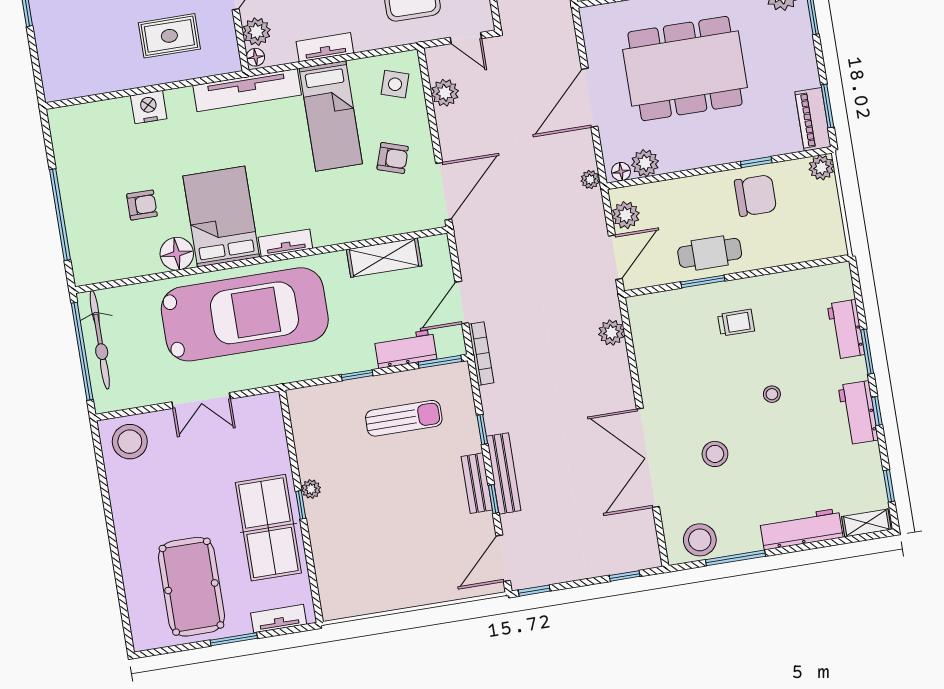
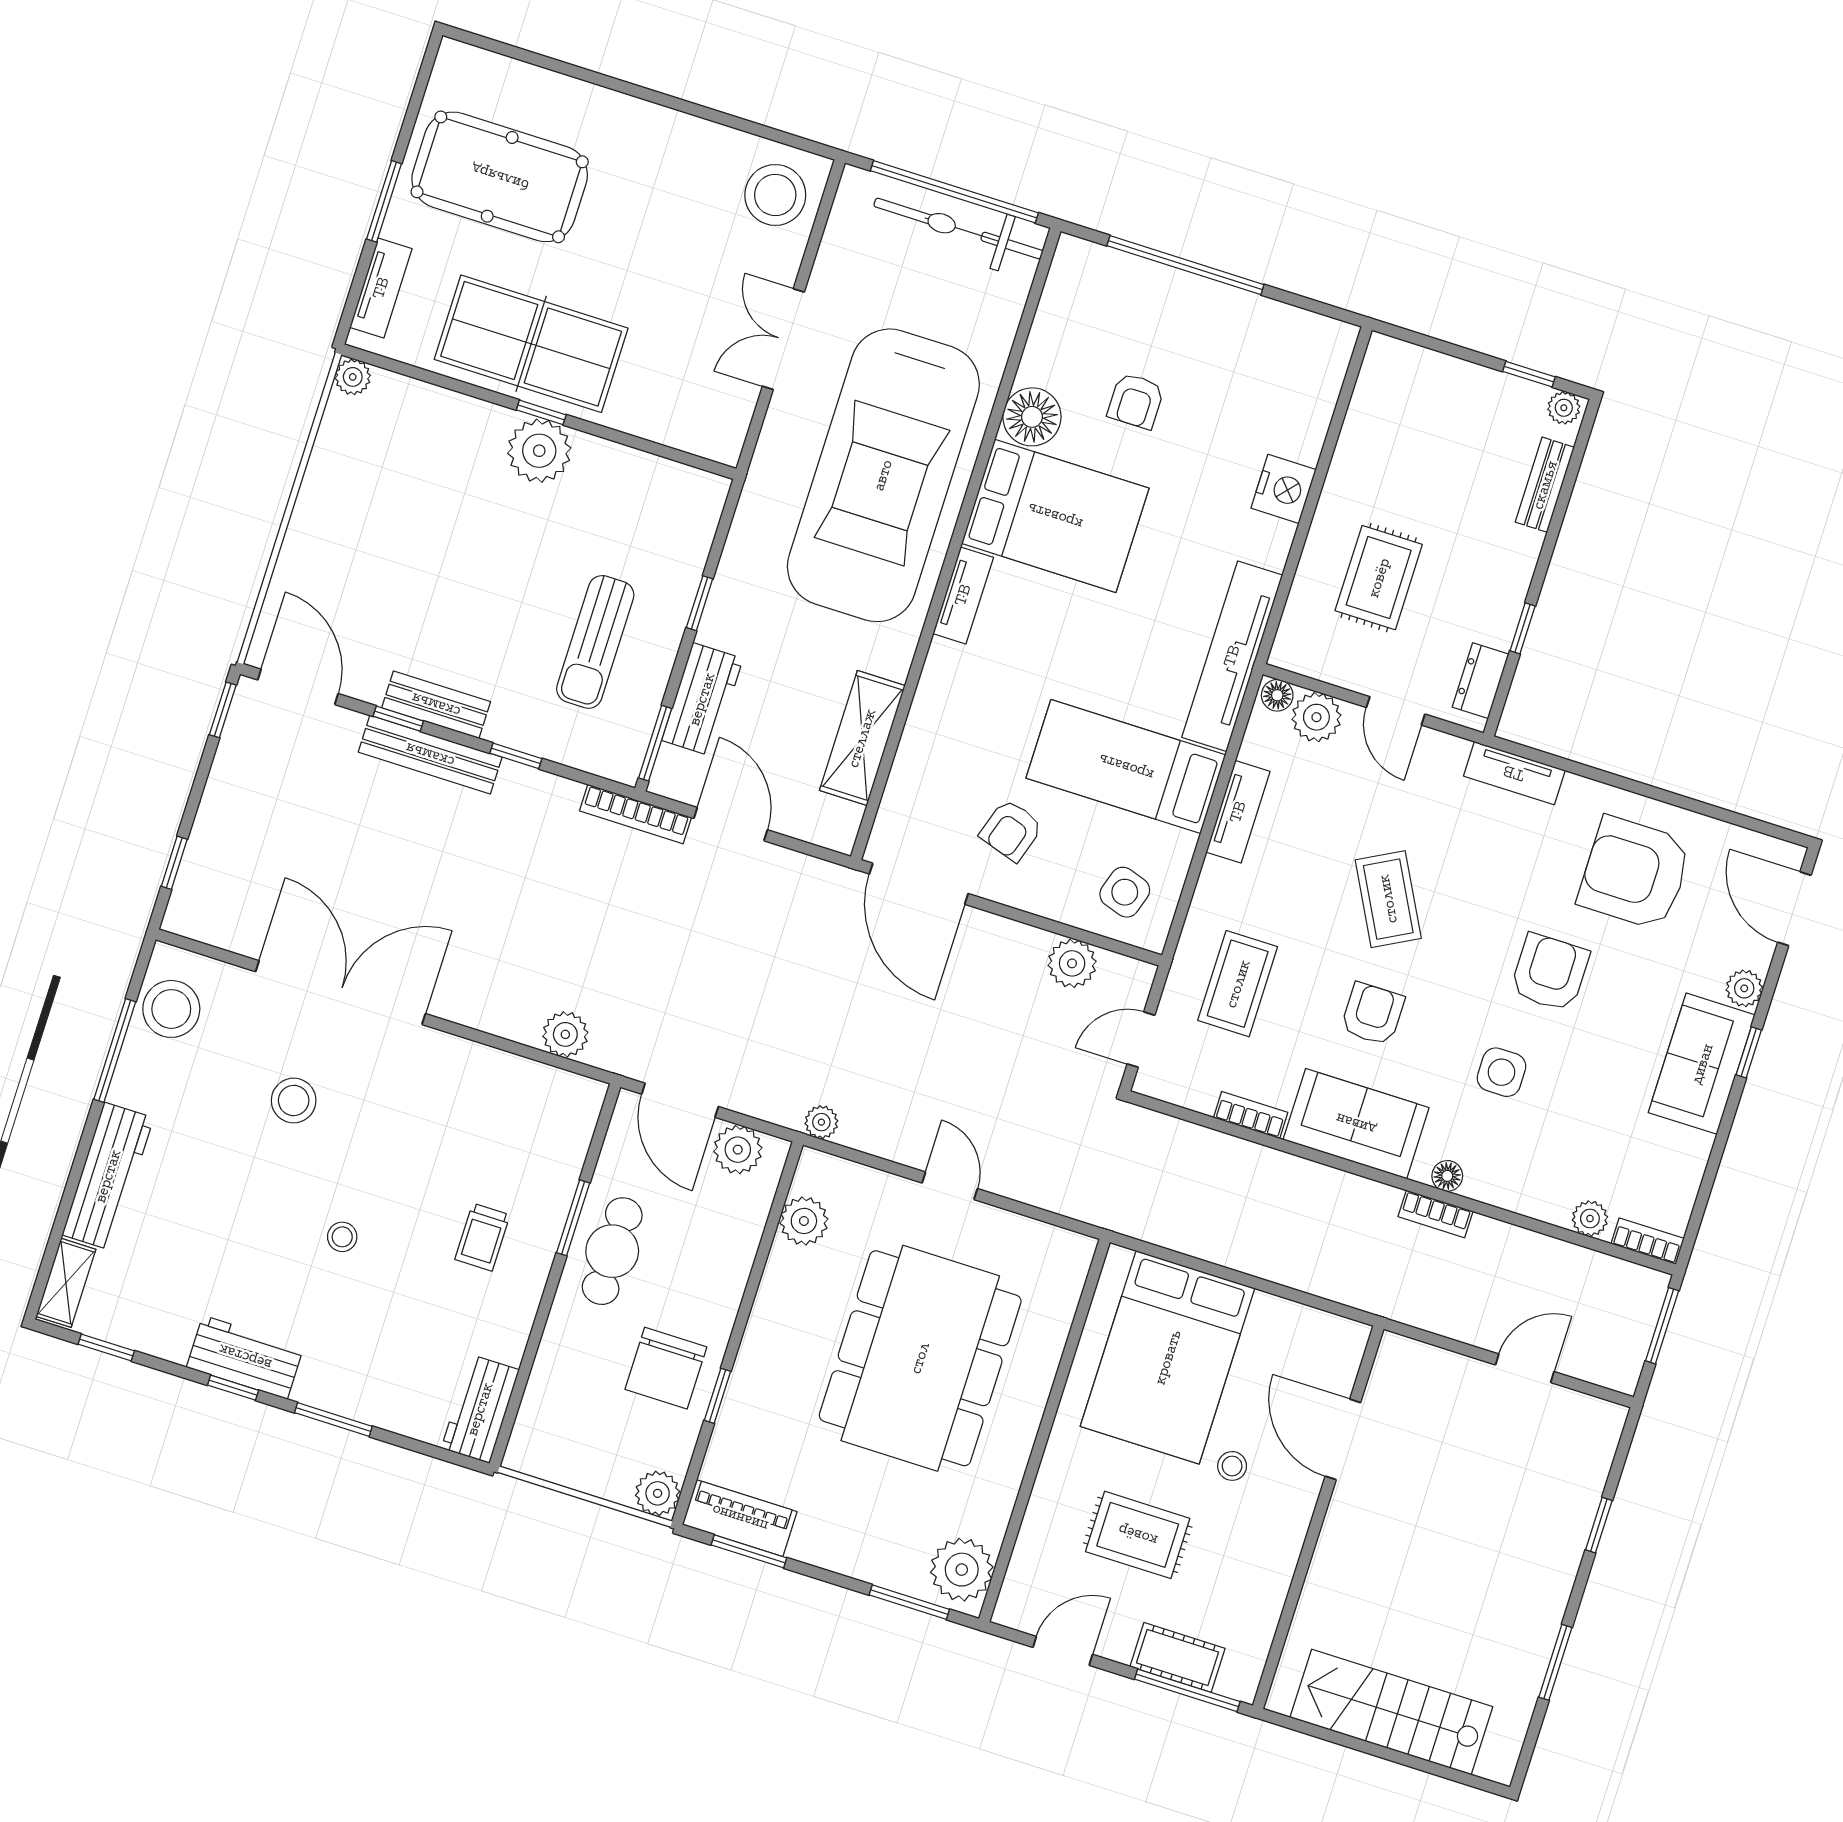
door: (590, 98) -> (950, 1186), width x0.53
floor lamp: (621, 172) -> (810, 1177), removed
workbench: (846, 329) -> (480, 1409), moved, turned -90
plant: (311, 489) -> (539, 451), width x1.88, depth x1.88
plant: (331, 610) -> (353, 377), added

